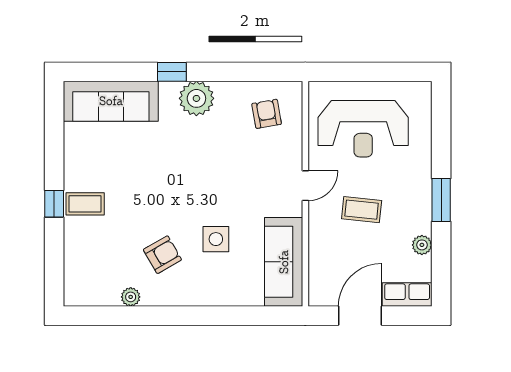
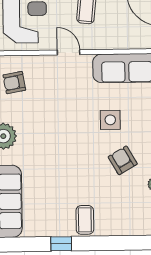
window: (54, 204) -> (61, 244), moved

